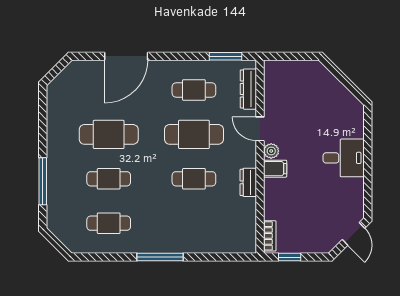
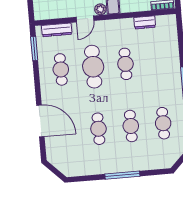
cafe table: (109, 134) -> (98, 129), width x0.73, depth x0.74
window: (43, 181) -> (122, 175), moved
dresser: (248, 182) -> (145, 22), moved

